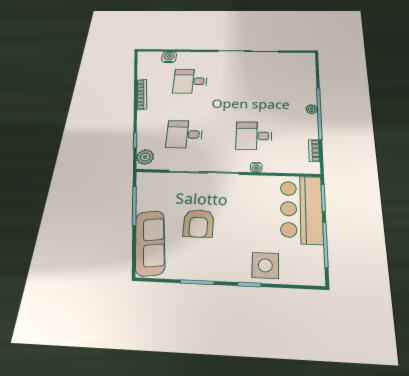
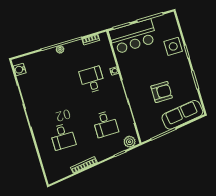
water cooler: (169, 57) -> (20, 69), moved
desk: (254, 136) -> (92, 80), turned 180

